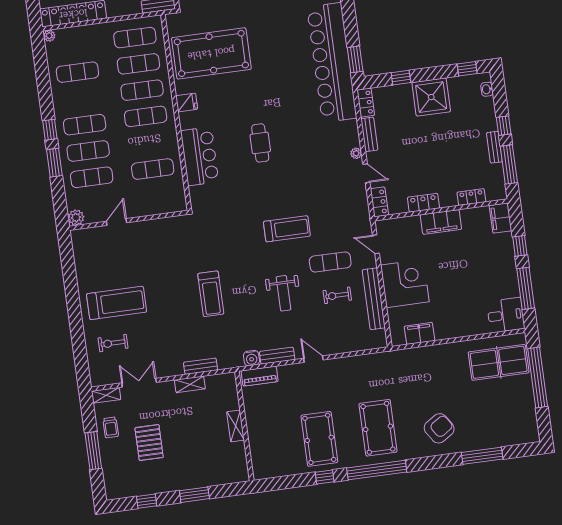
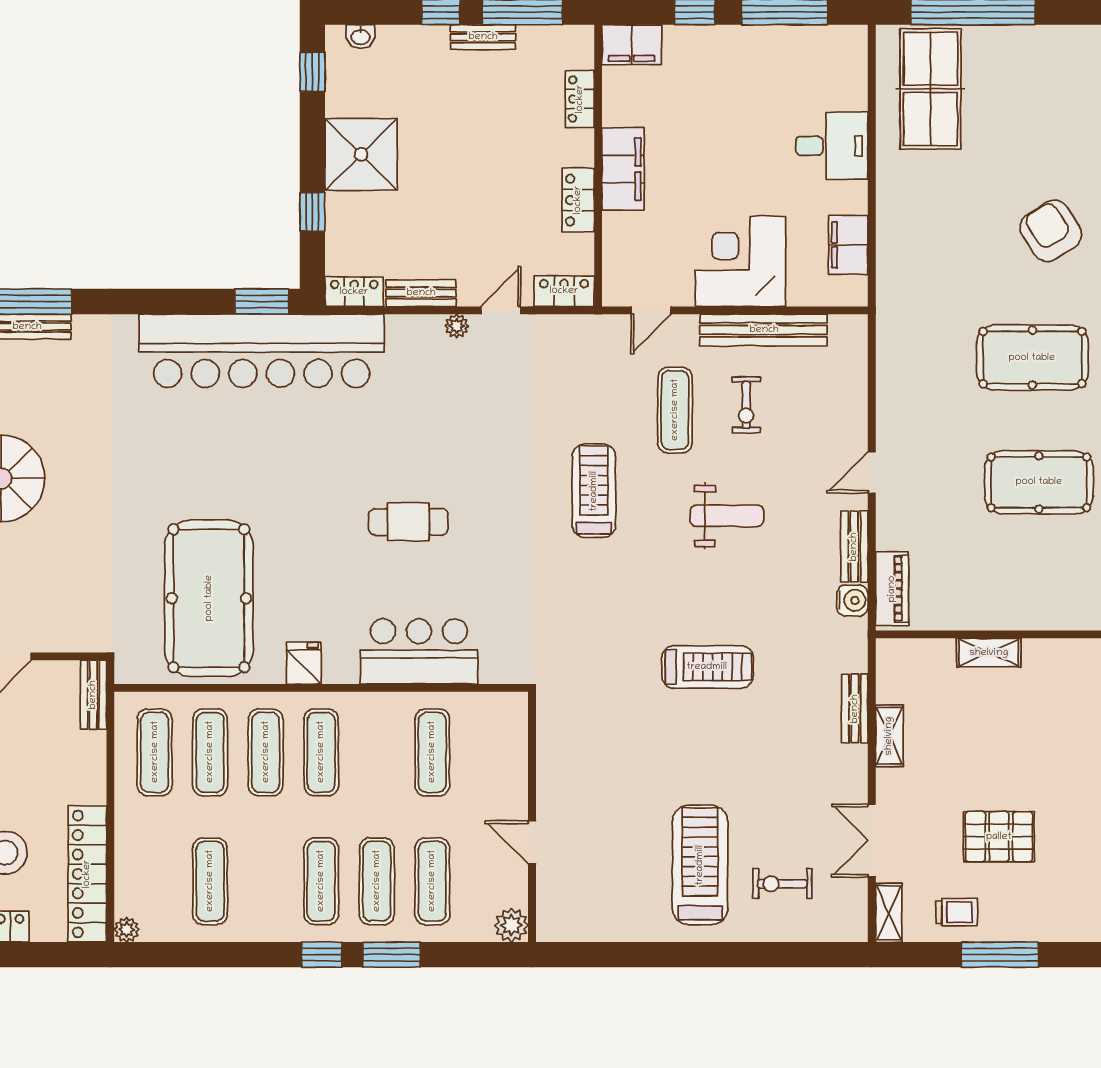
desk: (506, 315) -> (832, 146), moved, turned 90
exercise bike: (113, 343) -> (782, 884), turned 90

